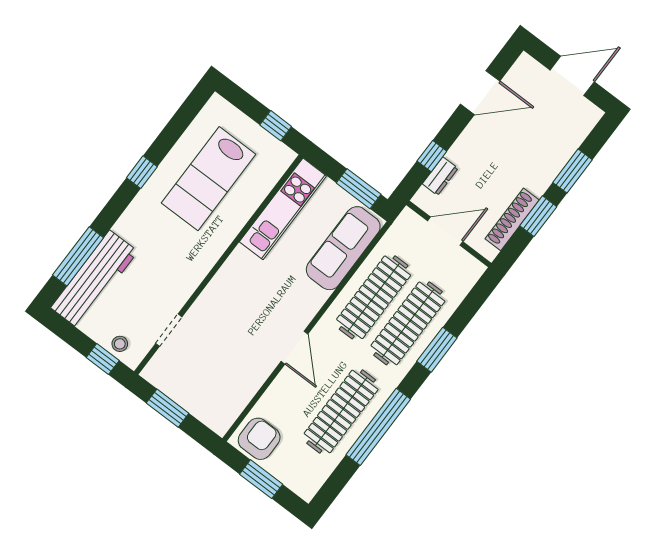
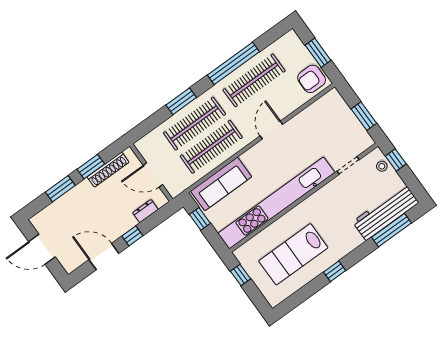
window: (432, 156) -> (132, 236), moved
lab bench: (209, 179) -> (293, 254), turned 180
window: (359, 189) -> (200, 219), width x0.67
kitchen unit: (283, 209) -> (276, 203), width x1.86

